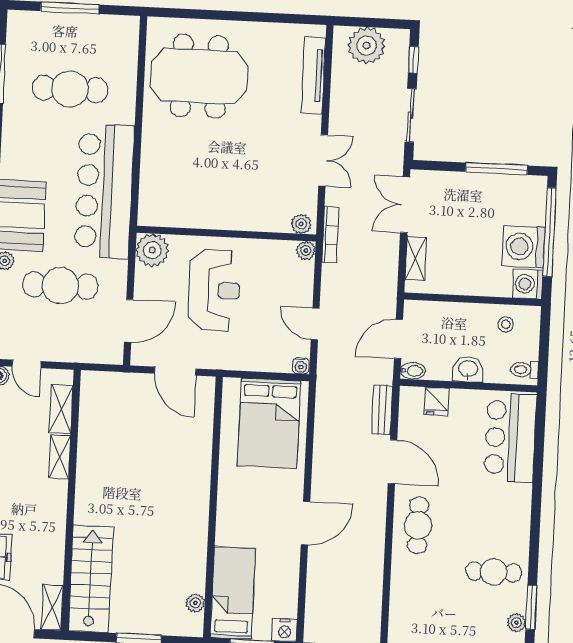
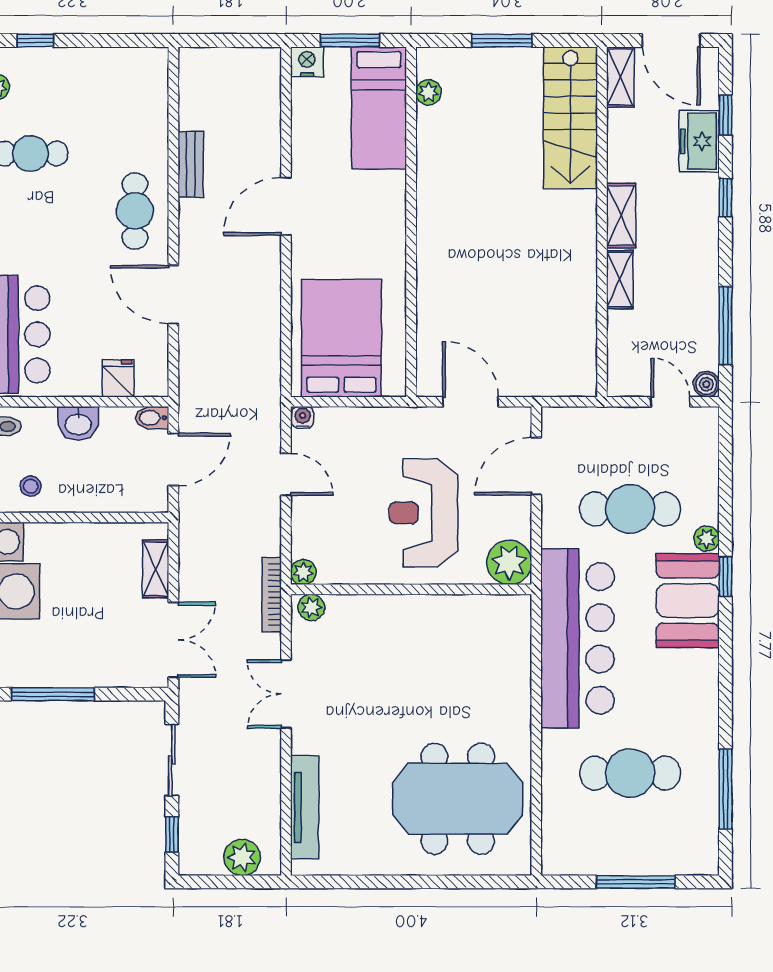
plant: (367, 46) -> (242, 857), width x0.73, depth x0.73
shelving: (61, 409) -> (621, 215), moved
bench: (382, 410) -> (191, 164), moved

